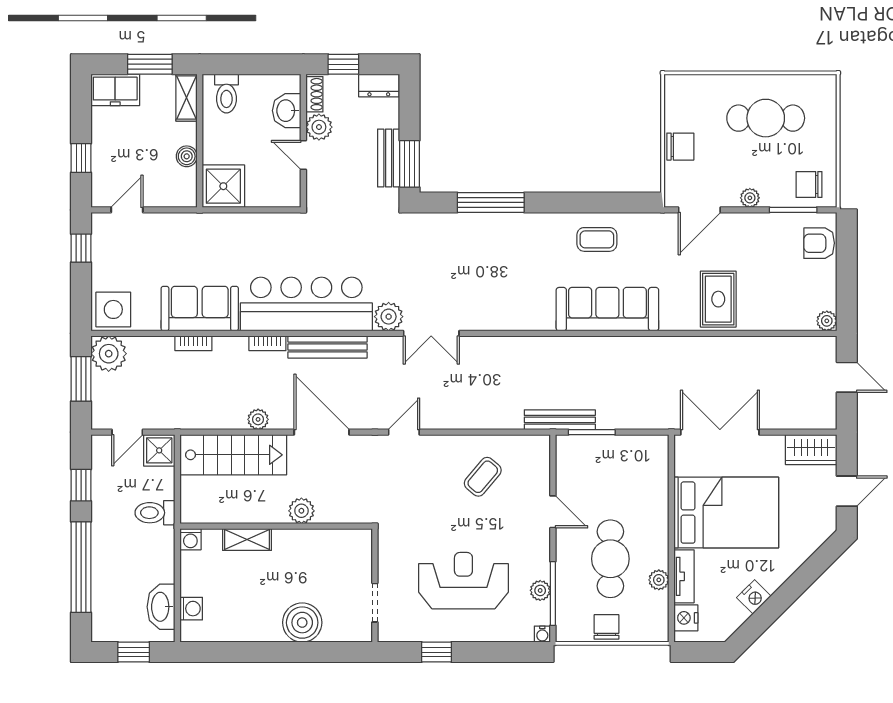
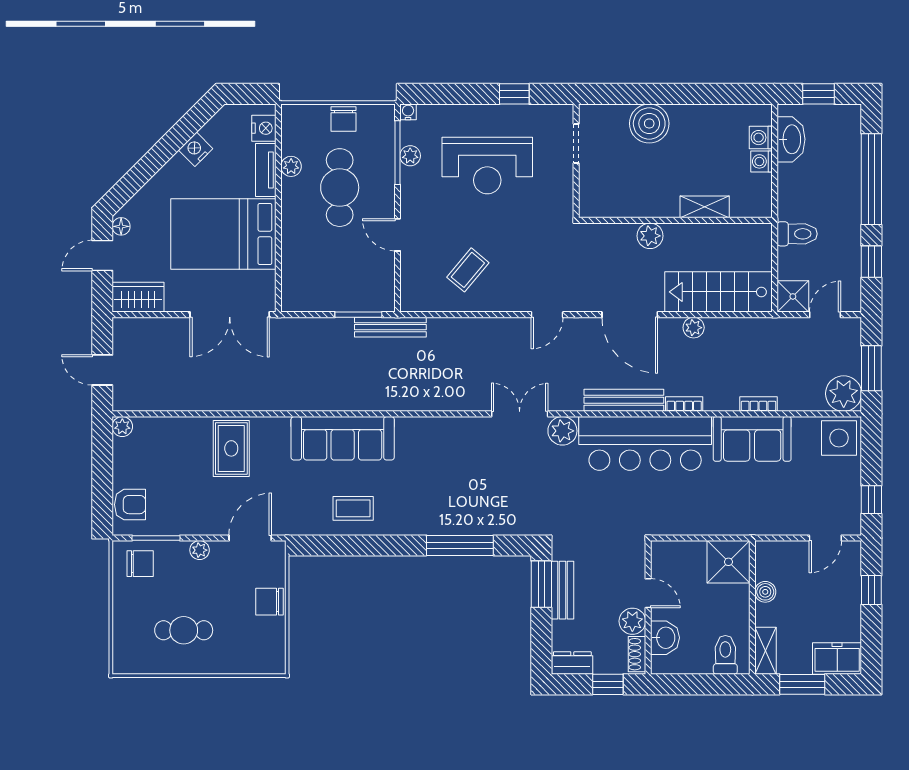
cafe table: (766, 118) -> (184, 630), width x0.73, depth x0.74
floor lamp: (828, 520) -> (121, 226), added
washing machine: (190, 539) -> (761, 161), moved, turned -90

